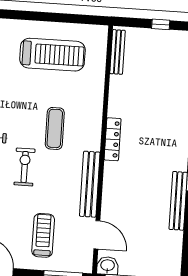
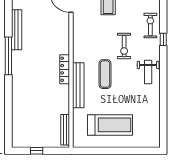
treadmill: (52, 55) -> (110, 125), turned 180
bench: (90, 184) -> (78, 85), moved

